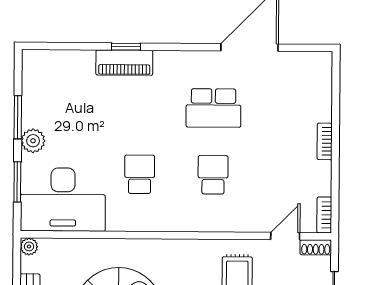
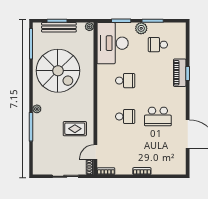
school desk: (67, 107) -> (158, 45), added
school desk: (213, 108) -> (158, 117), turned -90
door: (285, 236) -> (95, 152), swing flipped

